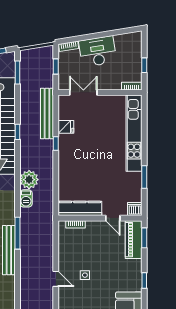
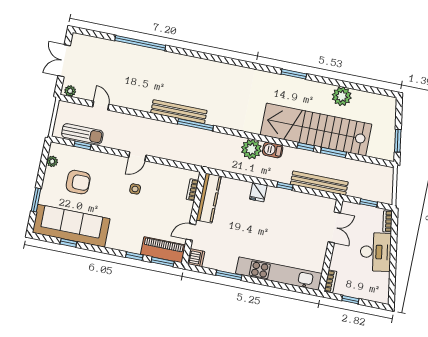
window: (17, 72) -> (333, 153), moved
fridge: (66, 127) -> (258, 192), moved
barbecue: (26, 198) -> (273, 150), moved
window: (144, 281) -> (134, 256), moved

